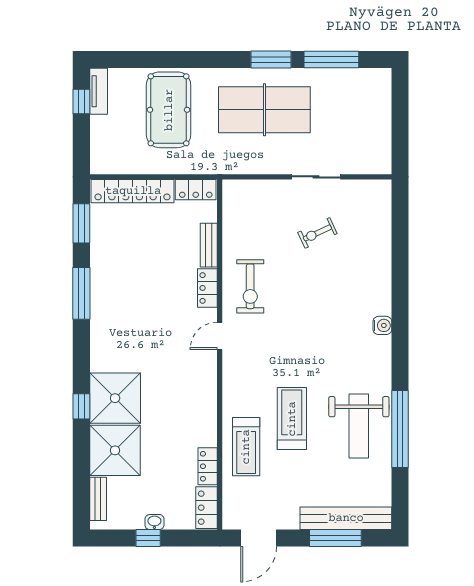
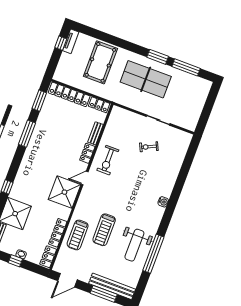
shower: (115, 398) -> (64, 192), moved
treadmill: (292, 419) -> (104, 230), turned 180
locker: (208, 466) -> (58, 233), width x1.53

